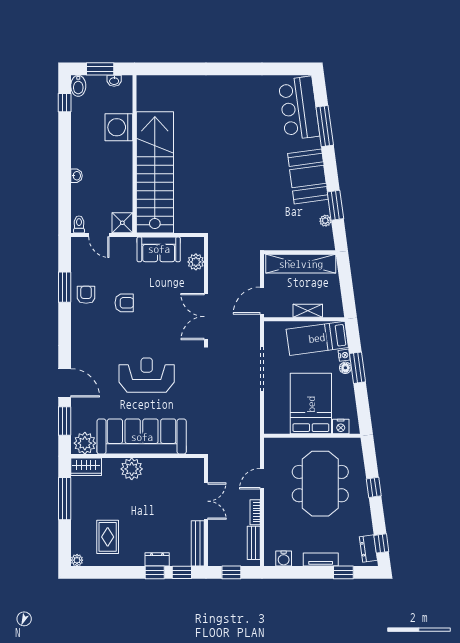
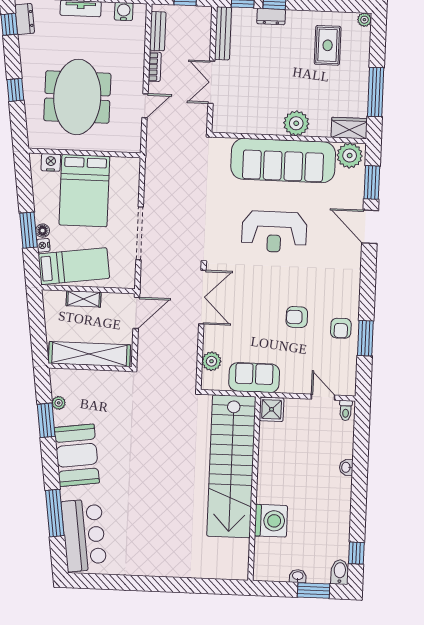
washing machine: (119, 127) -> (271, 521), moved
wall: (134, 154) -> (254, 489), moved
stairs: (155, 172) -> (231, 466), moved
shower: (122, 223) -> (272, 409), moved

